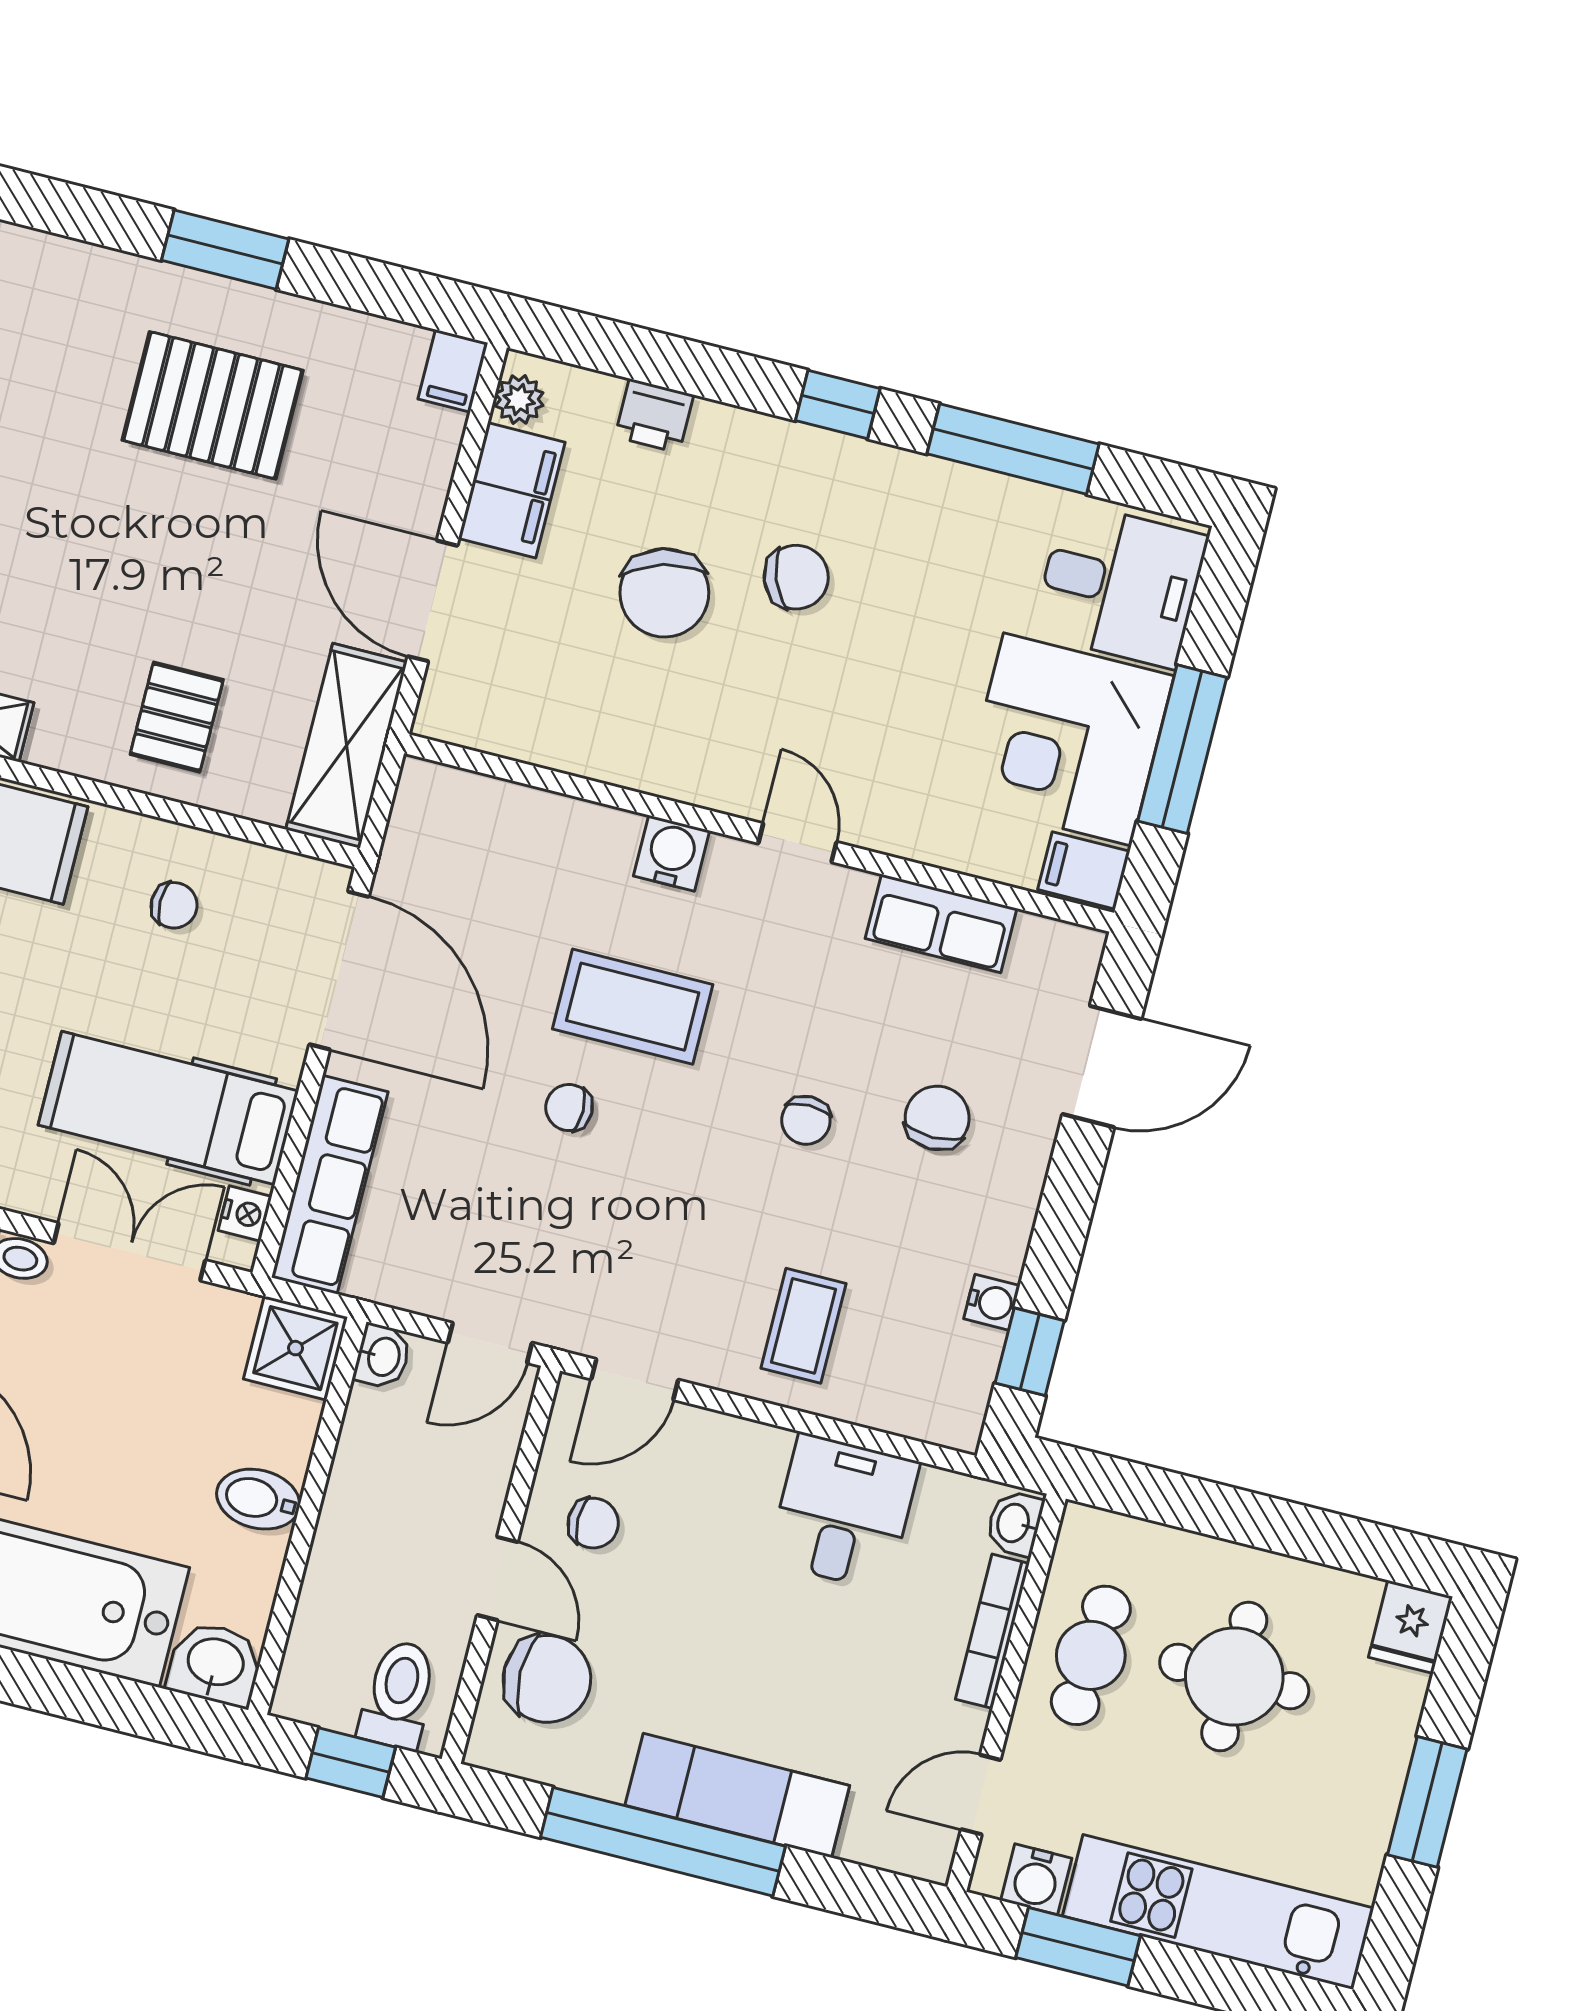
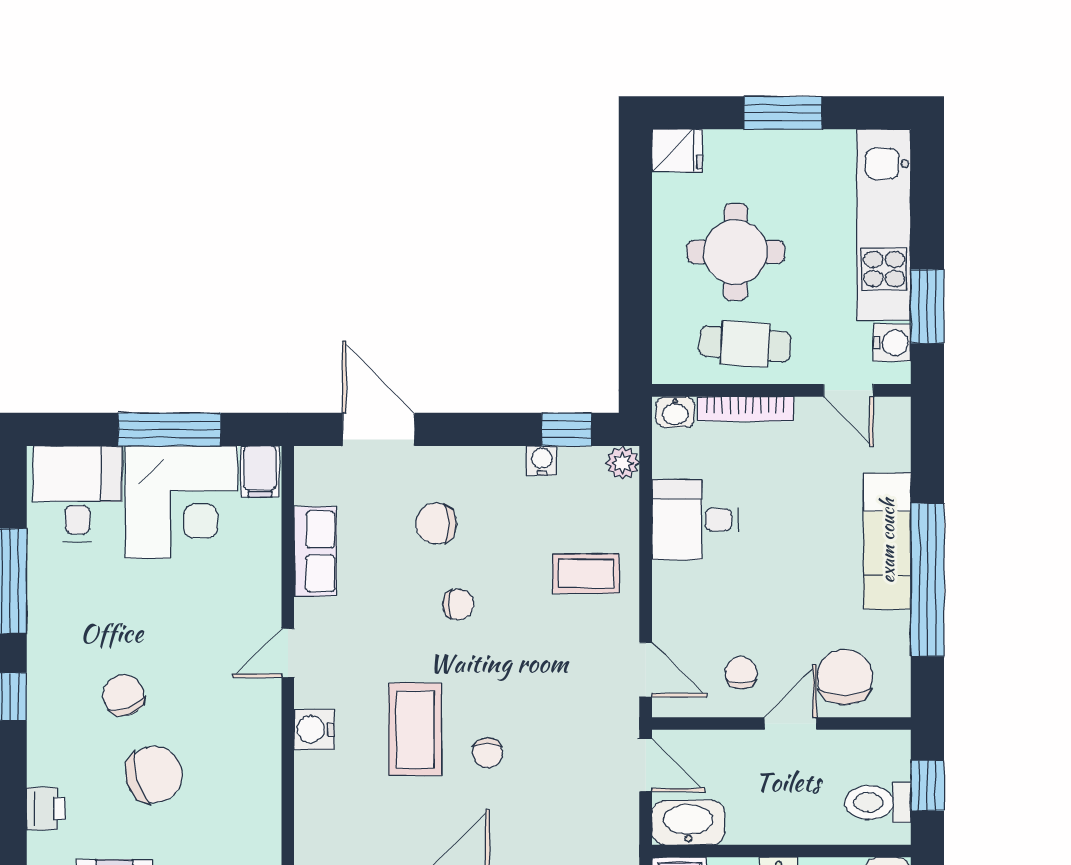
washbasin: (383, 1356) -> (688, 823), width x1.91, depth x1.45
plant: (958, 1424) -> (623, 463), added
toilet: (398, 1695) -> (878, 802), moved

